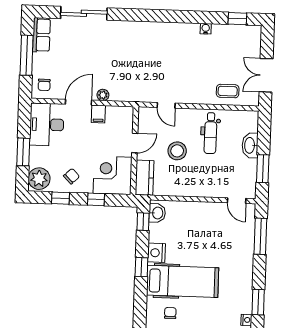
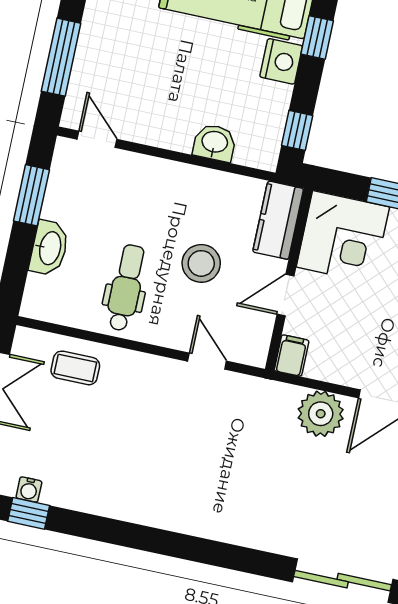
water cooler: (206, 29) -> (29, 490), moved
plant: (103, 95) -> (321, 414), width x1.88, depth x1.88
filing cabinet: (98, 114) -> (292, 356), moved
washbasin: (157, 213) -> (215, 143), moved, turned 90

